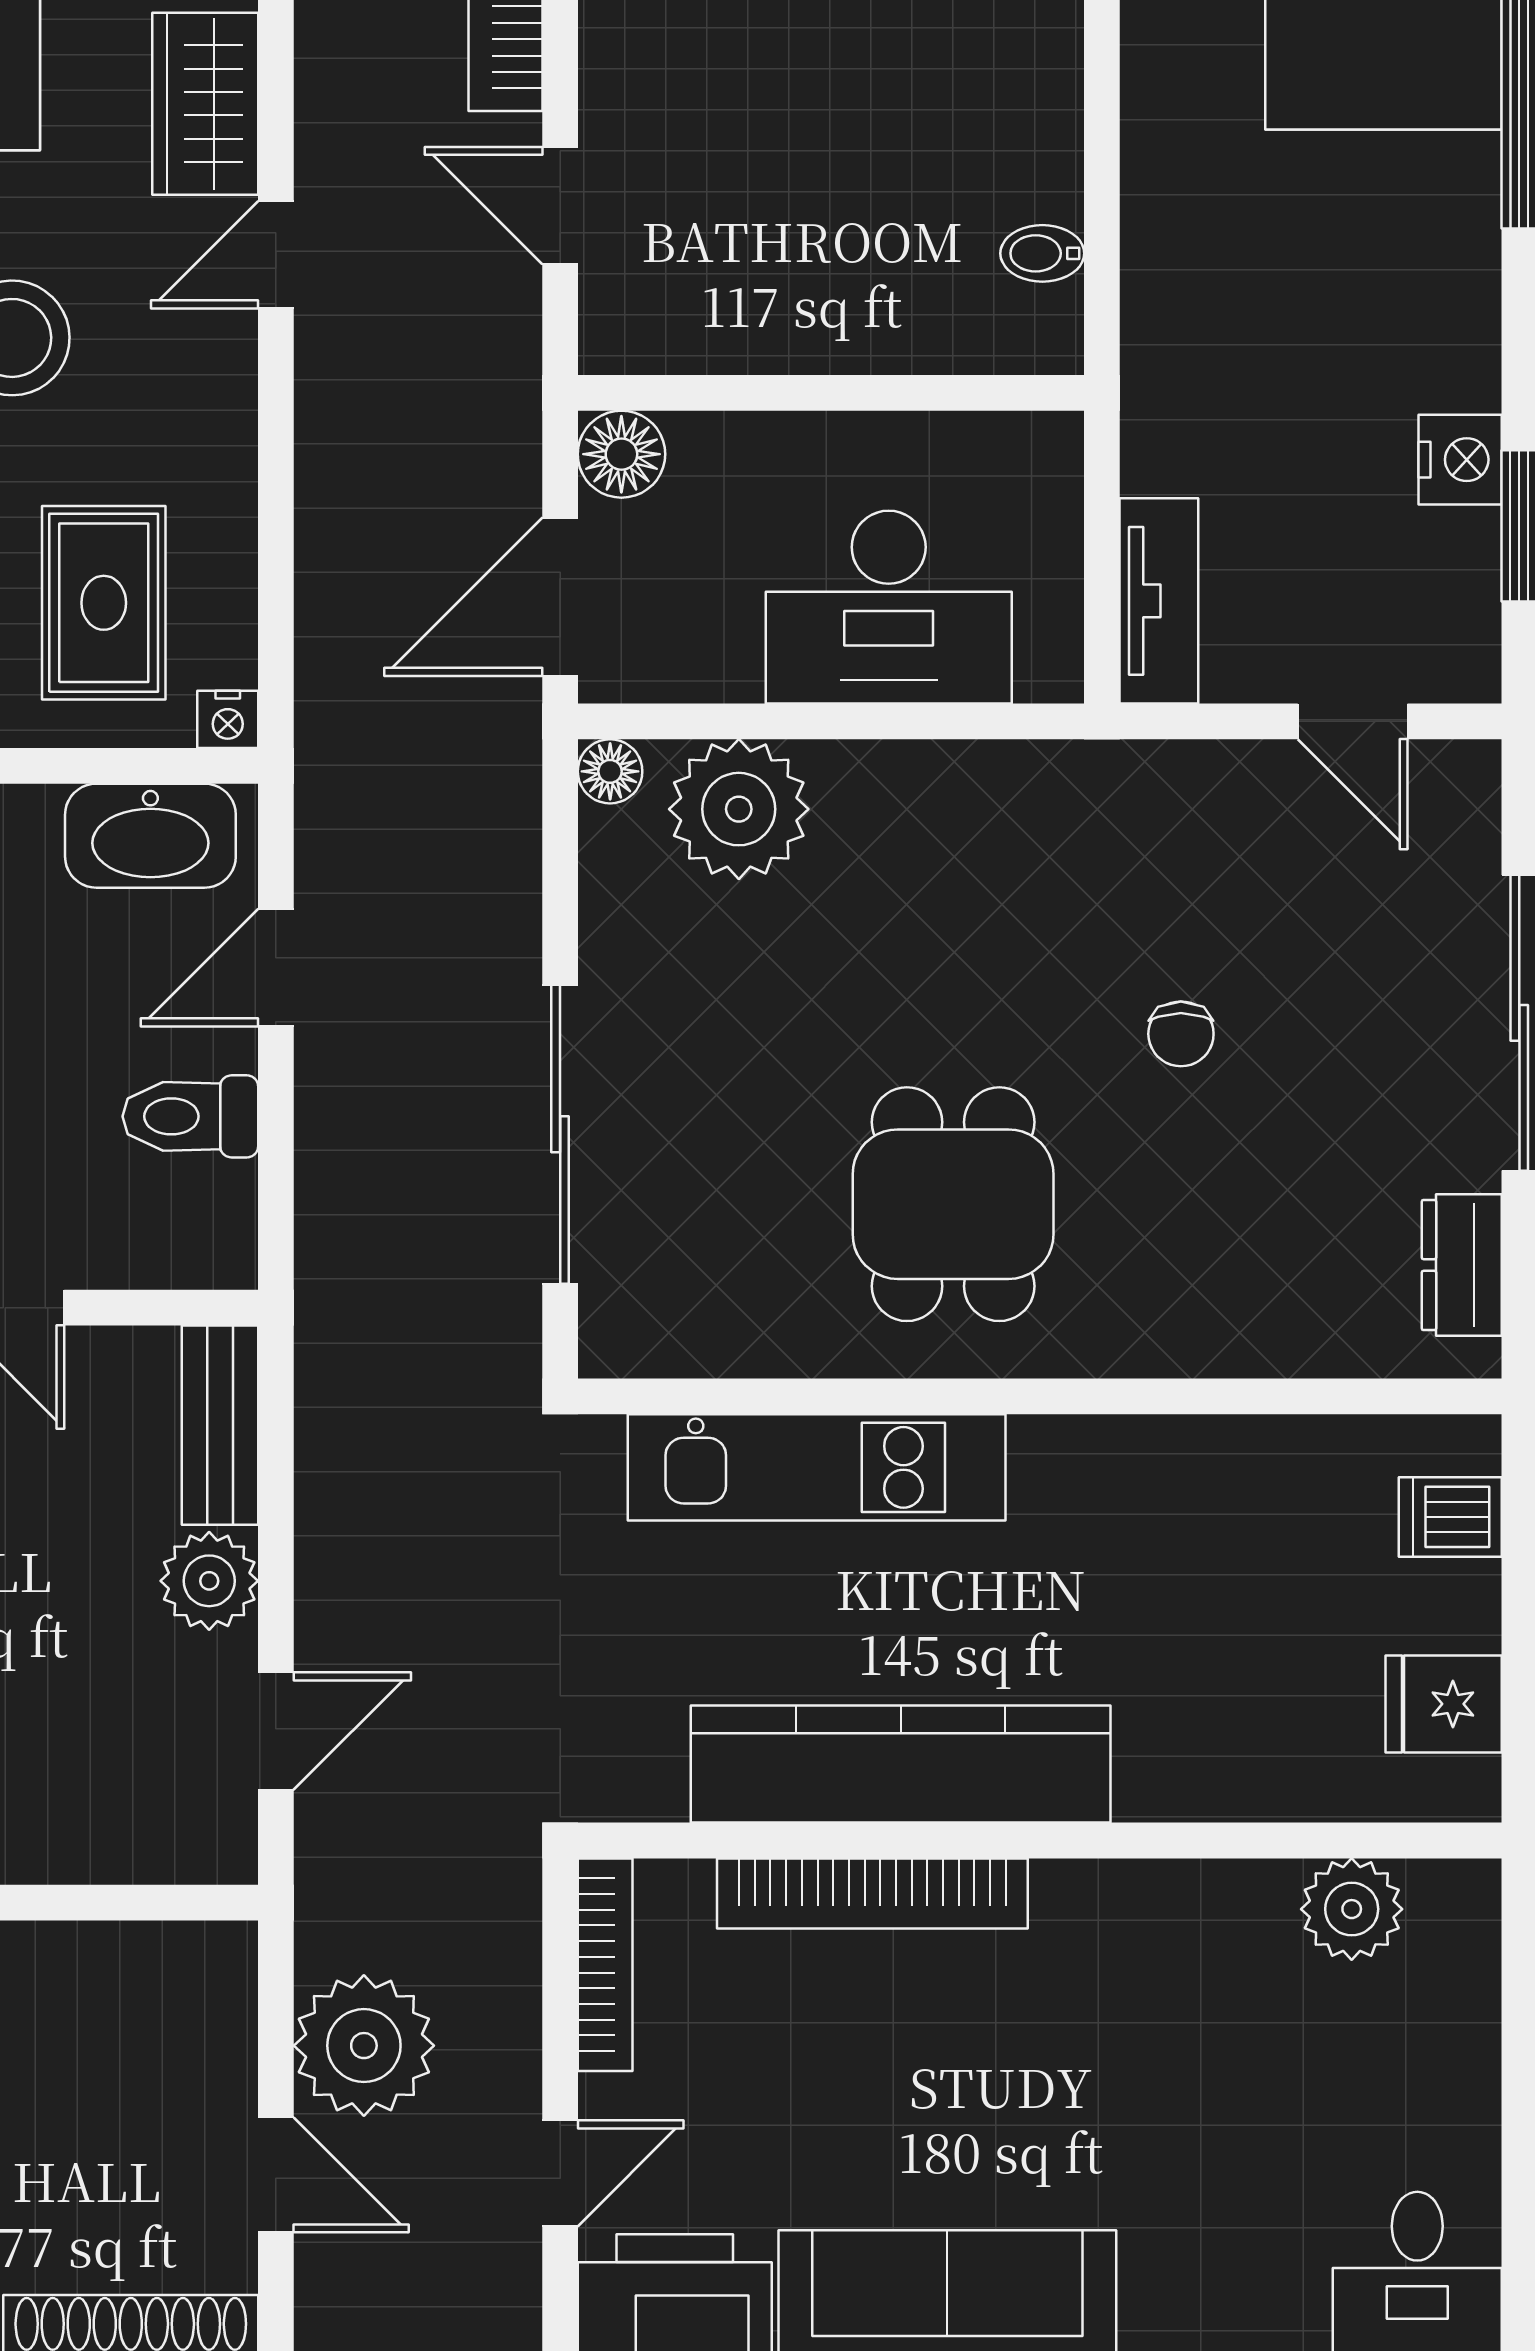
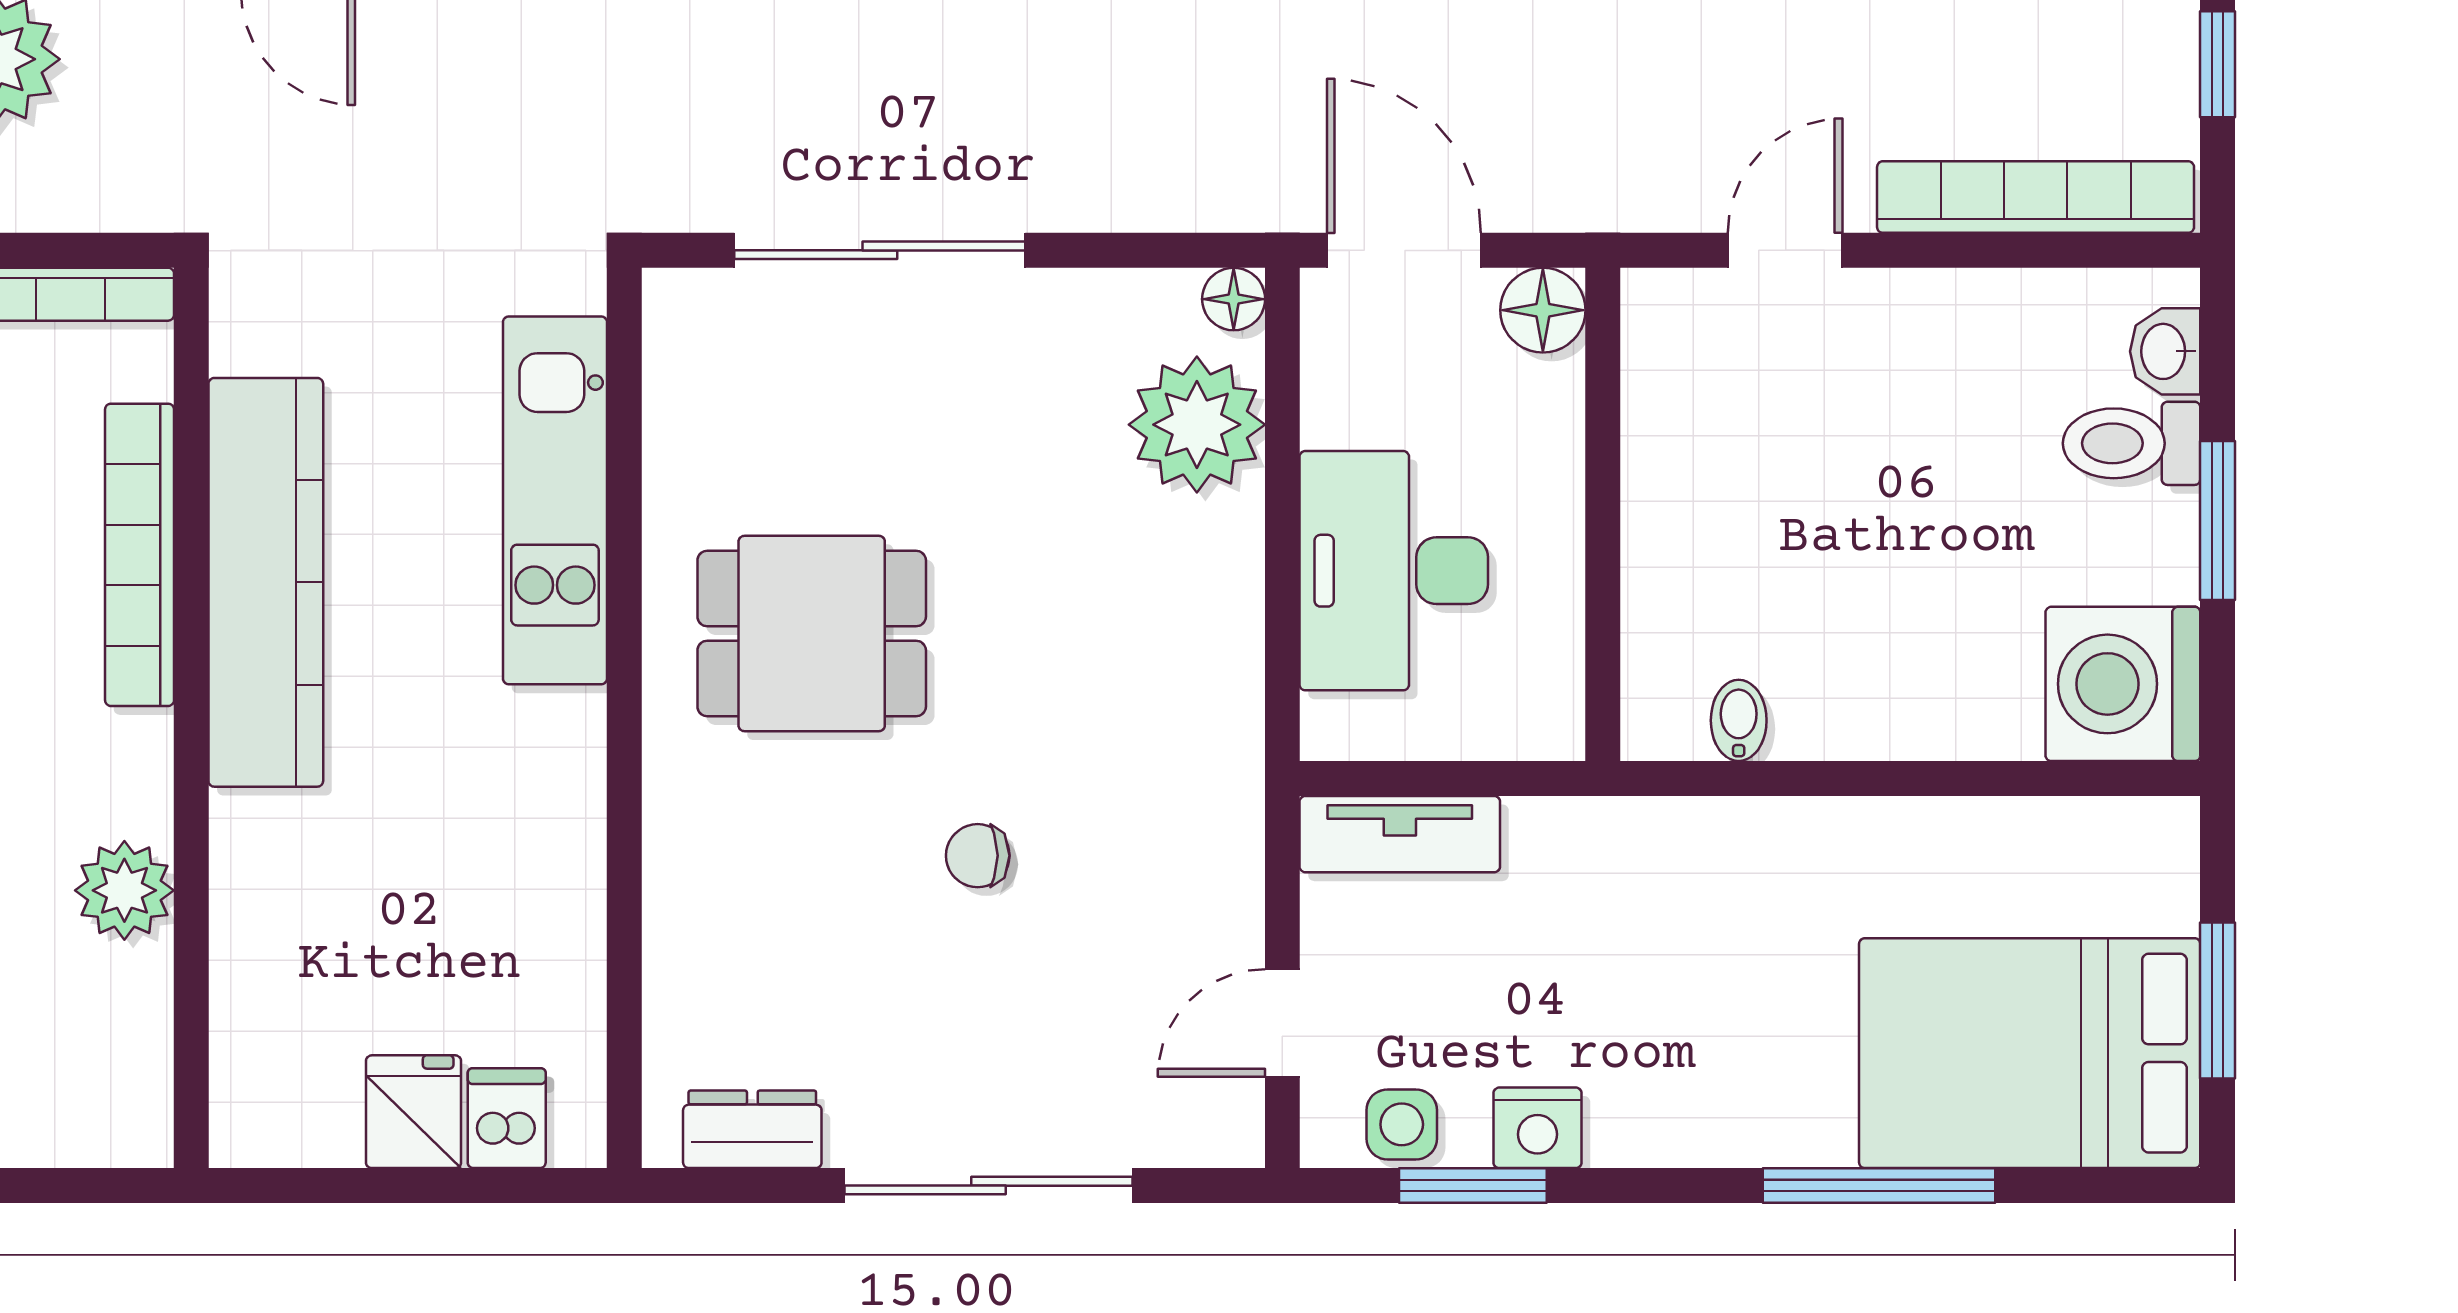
side table: (1457, 599) -> (1402, 1124), added
fridge: (1444, 1704) -> (414, 1112), moved
plant: (1352, 1909) -> (124, 890), moved

